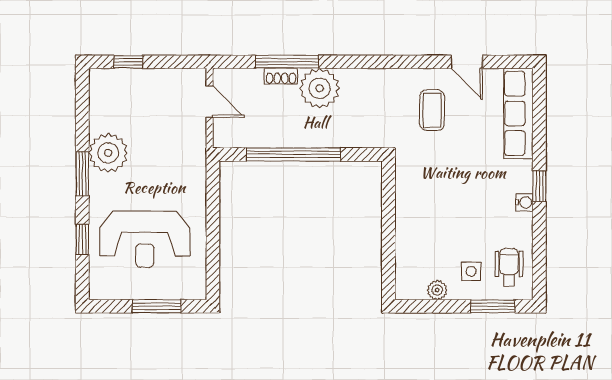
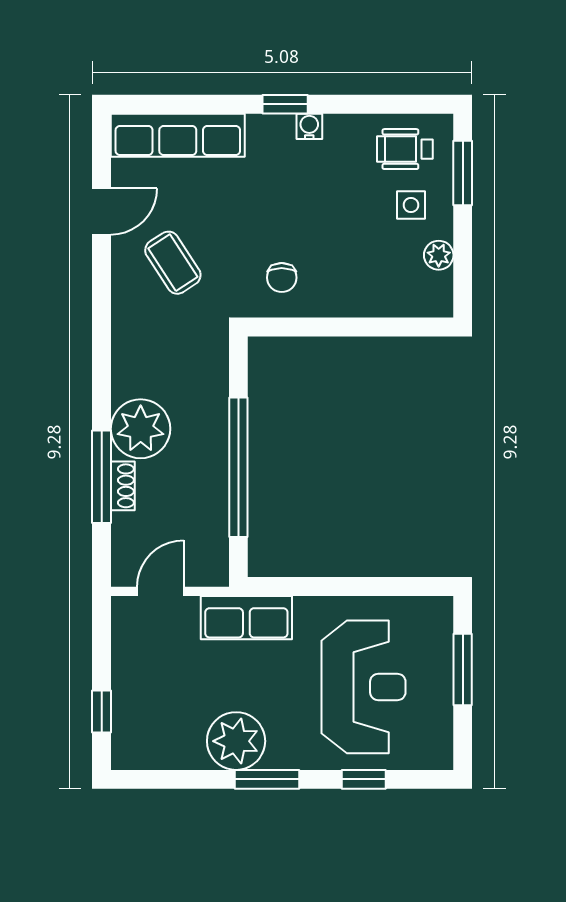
coffee table: (432, 110) -> (173, 263), turned 57
row of seats: (192, 160) -> (246, 618), added
chair: (422, 184) -> (282, 278), added

